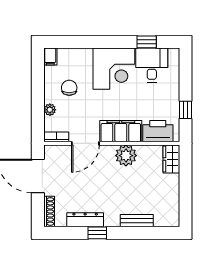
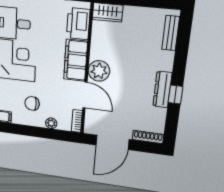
plant: (126, 156) -> (99, 71), moved
dresser: (85, 220) -> (162, 90), moved
bench: (137, 221) -> (171, 33), moved

